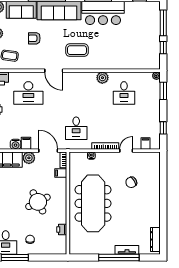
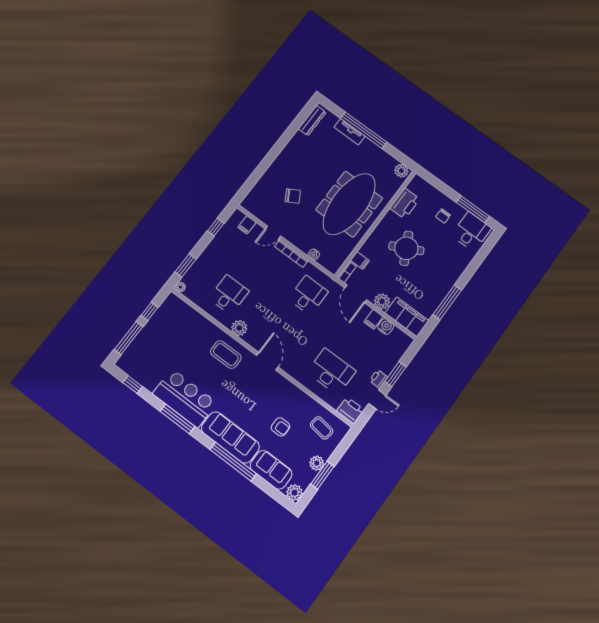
coffee table: (77, 50) -> (226, 355), moved
door: (54, 71) -> (267, 361), moved
printer: (62, 229) -> (405, 203), width x1.87, depth x1.48
plant: (76, 249) -> (401, 171), added

